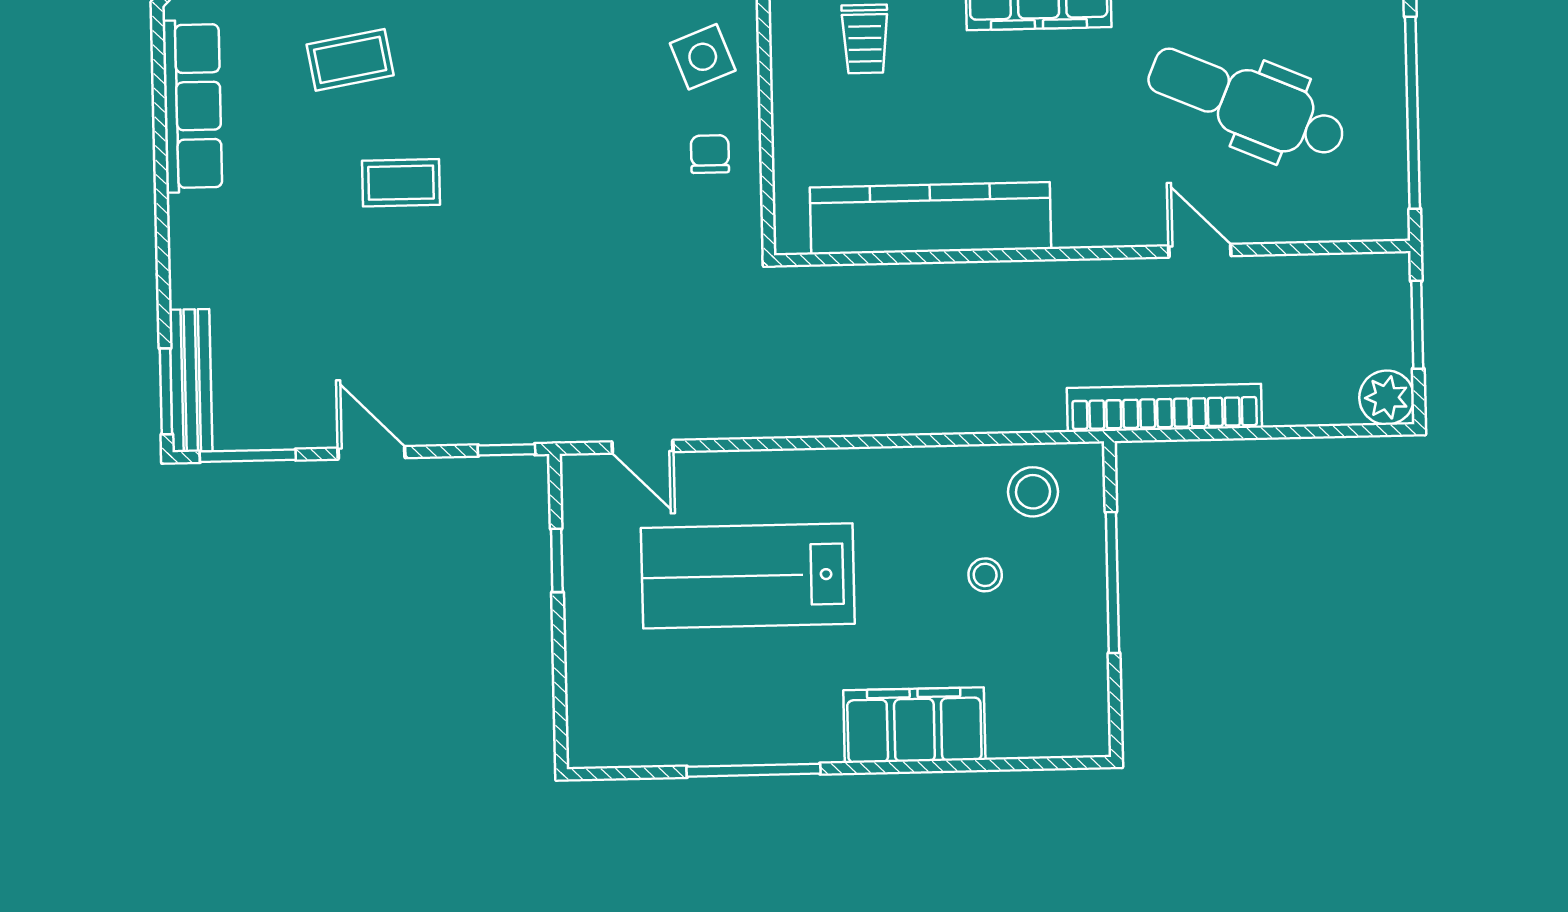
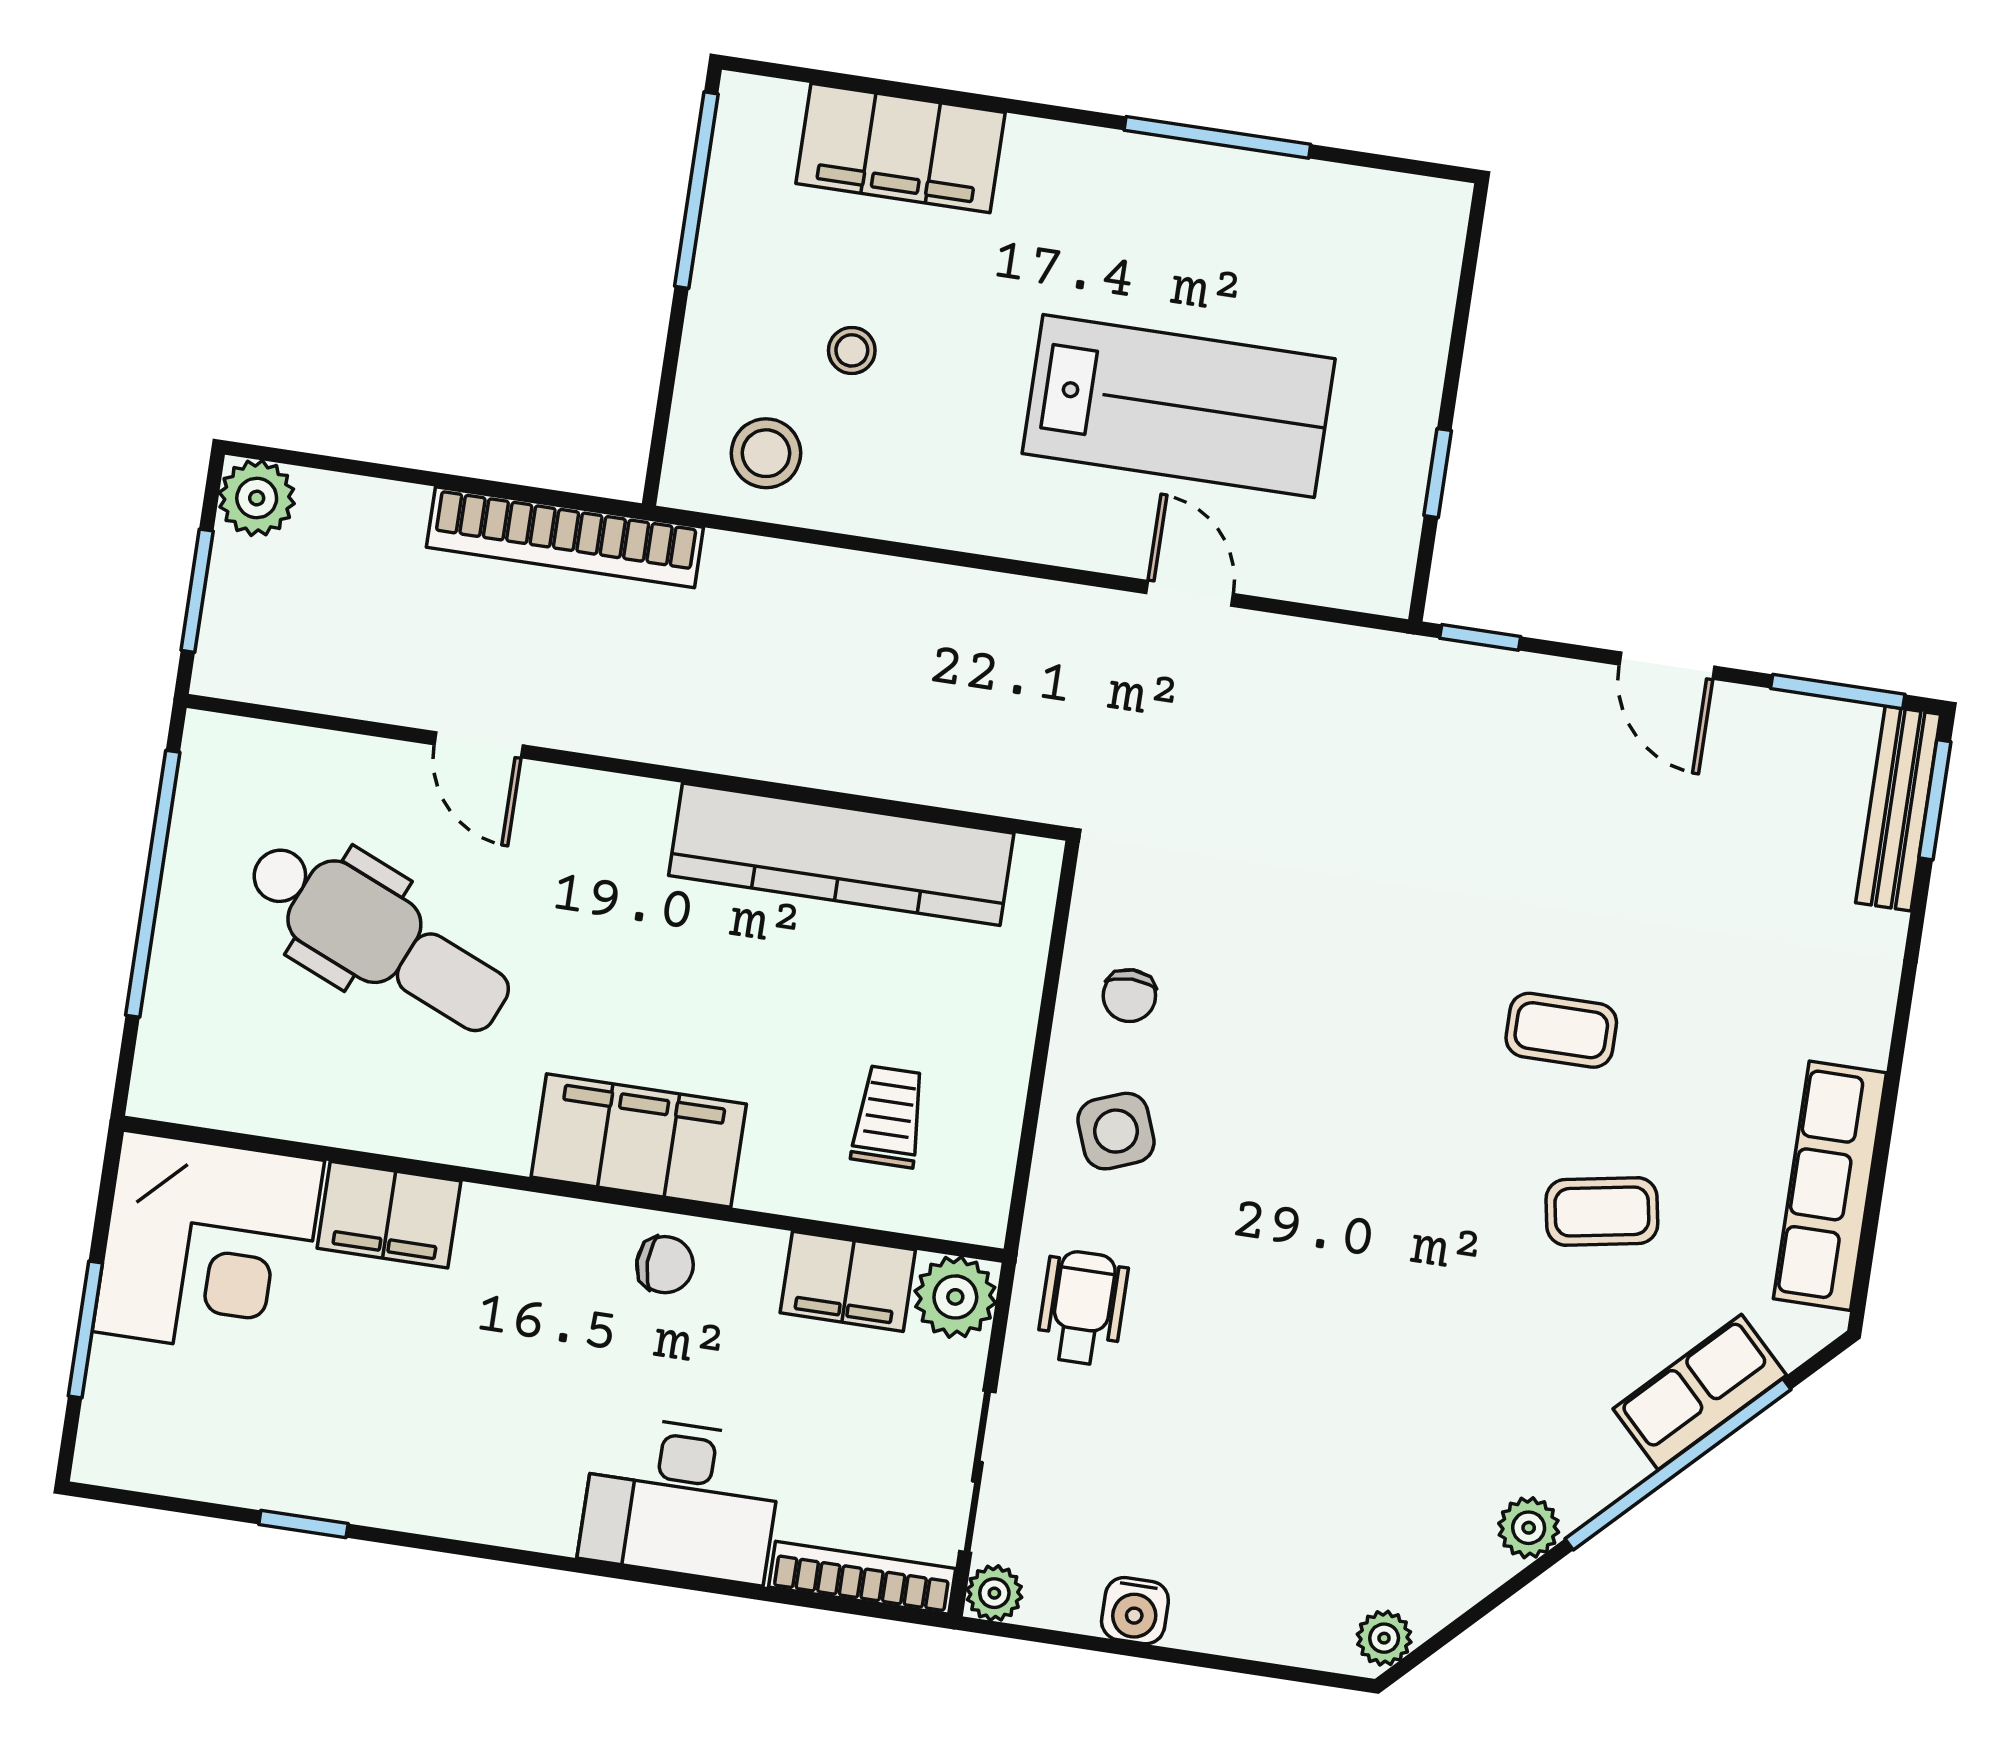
door: (643, 447) -> (1190, 593), moved
window: (1112, 583) -> (696, 190), moved
filing cabinet: (914, 725) -> (901, 148), moved

